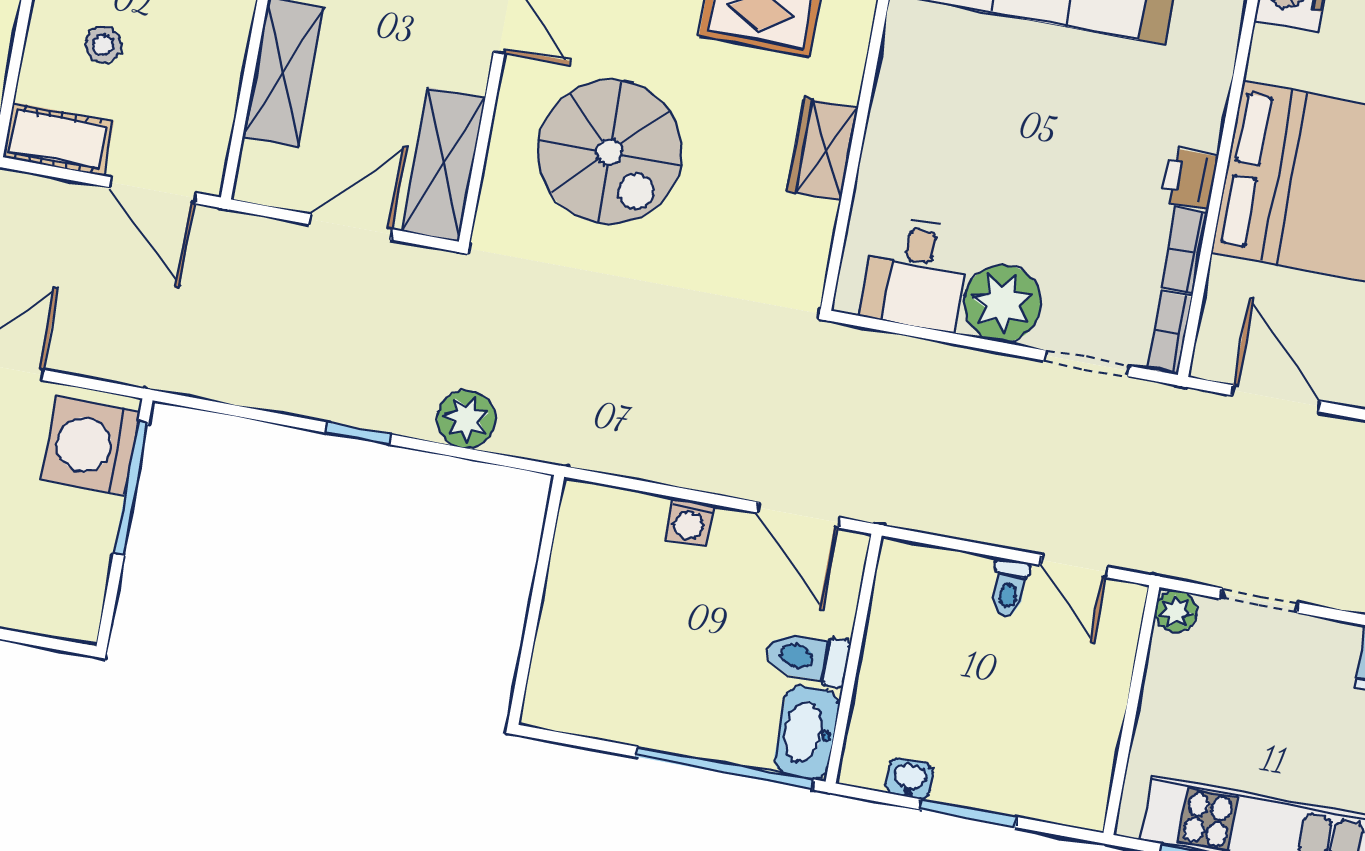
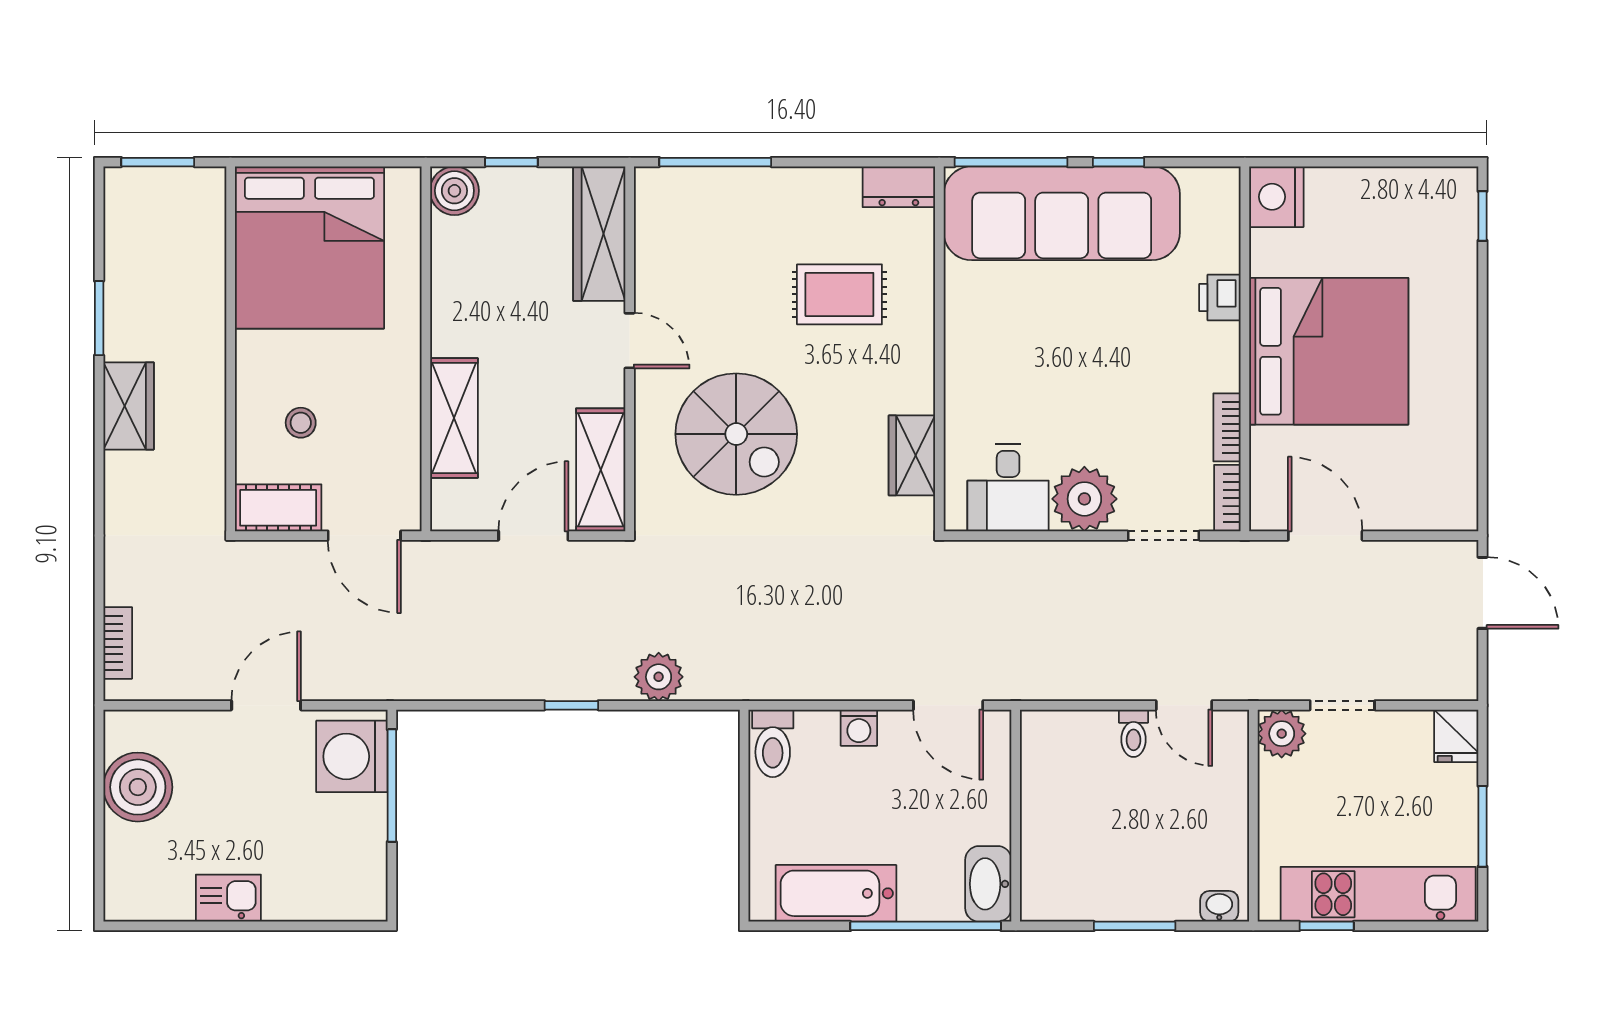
wardrobe: (823, 149) -> (912, 455), moved
printer: (1189, 179) -> (1220, 297), moved
plant: (1176, 611) -> (1282, 734), width x1.38, depth x1.38
toilet: (808, 658) -> (773, 743), moved, turned -90
bathtub: (627, 710) -> (836, 893), added
washbasin: (910, 779) -> (1219, 906), moved

